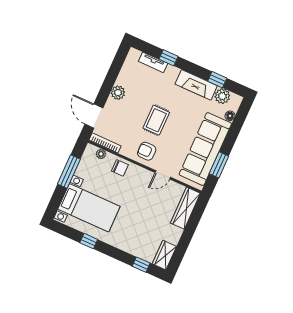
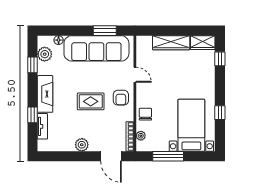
fireplace: (196, 85) -> (45, 94), moved
door: (94, 116) -> (111, 156), hinge flipped
wardrobe: (185, 208) -> (171, 43), moved

